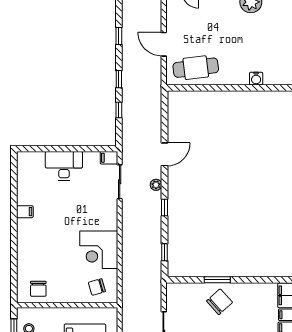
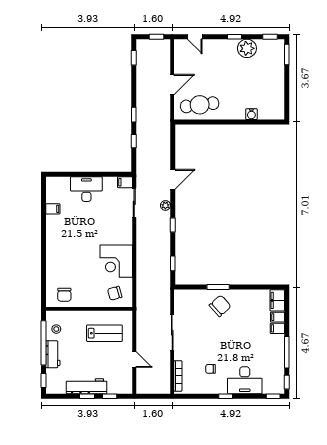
window: (119, 36) -> (134, 58), moved
door: (164, 44) -> (172, 85), swing flipped
filing cabinet: (25, 212) -> (53, 209), moved

